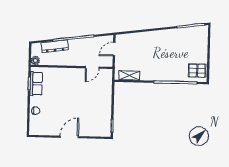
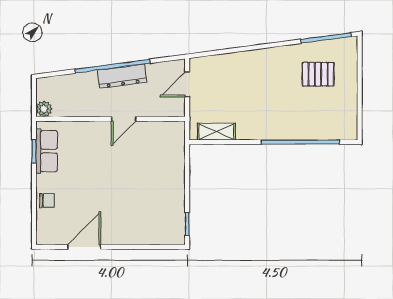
dresser: (55, 46) -> (122, 76), moved
door: (92, 67) -> (124, 119), moved
pallet: (197, 71) -> (318, 74), moved
door: (69, 137) -> (84, 247), moved

